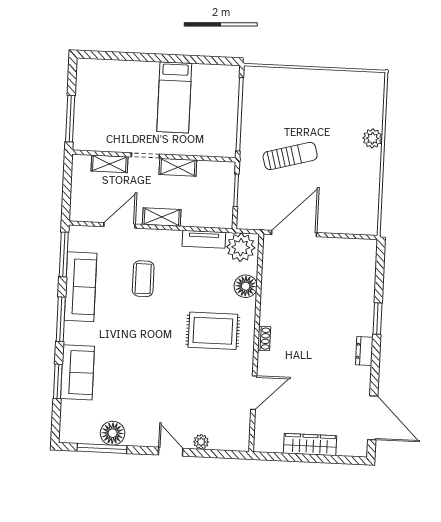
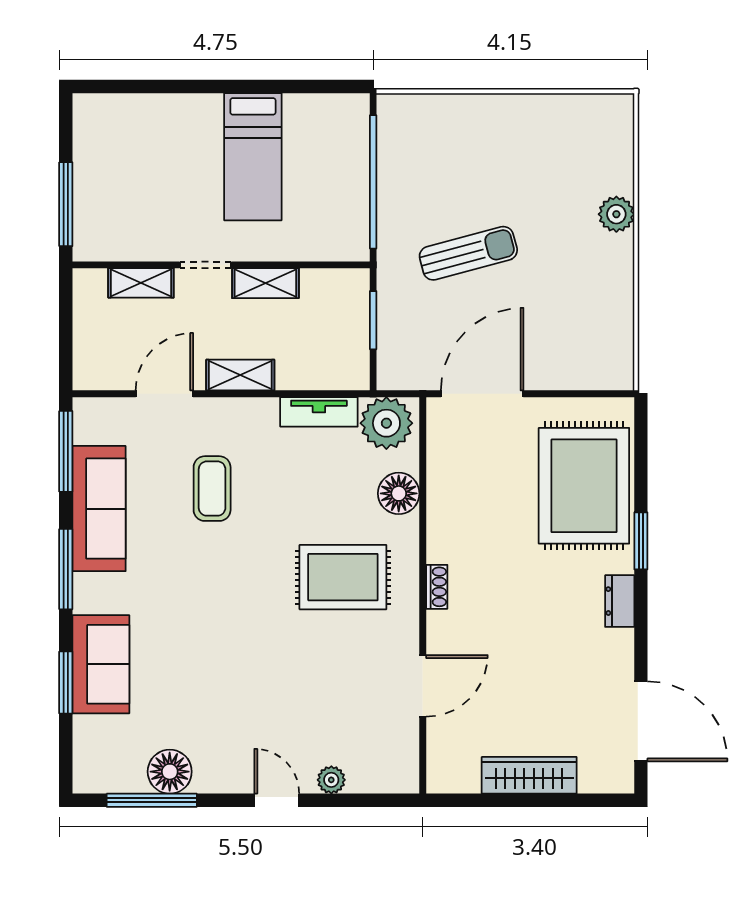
rug: (348, 287) -> (584, 486), added

